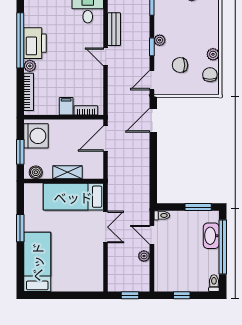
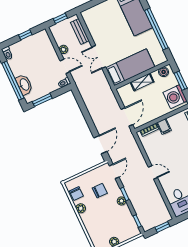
bench: (114, 29) -> (80, 31), moved
window: (20, 228) -> (156, 29), width x2.11

